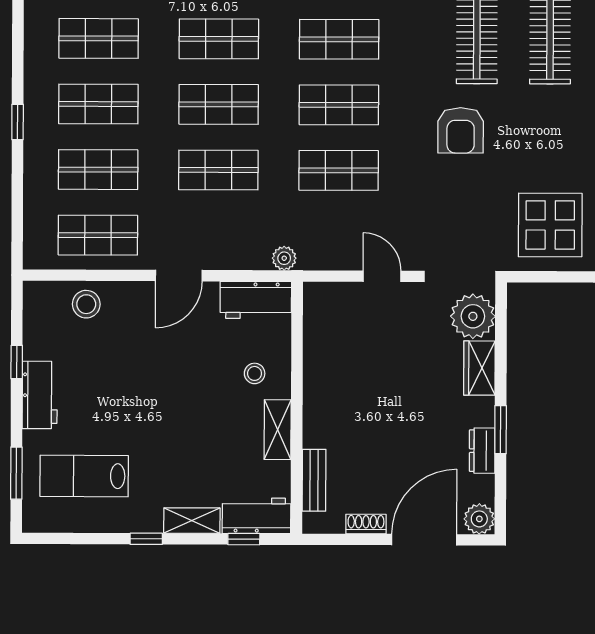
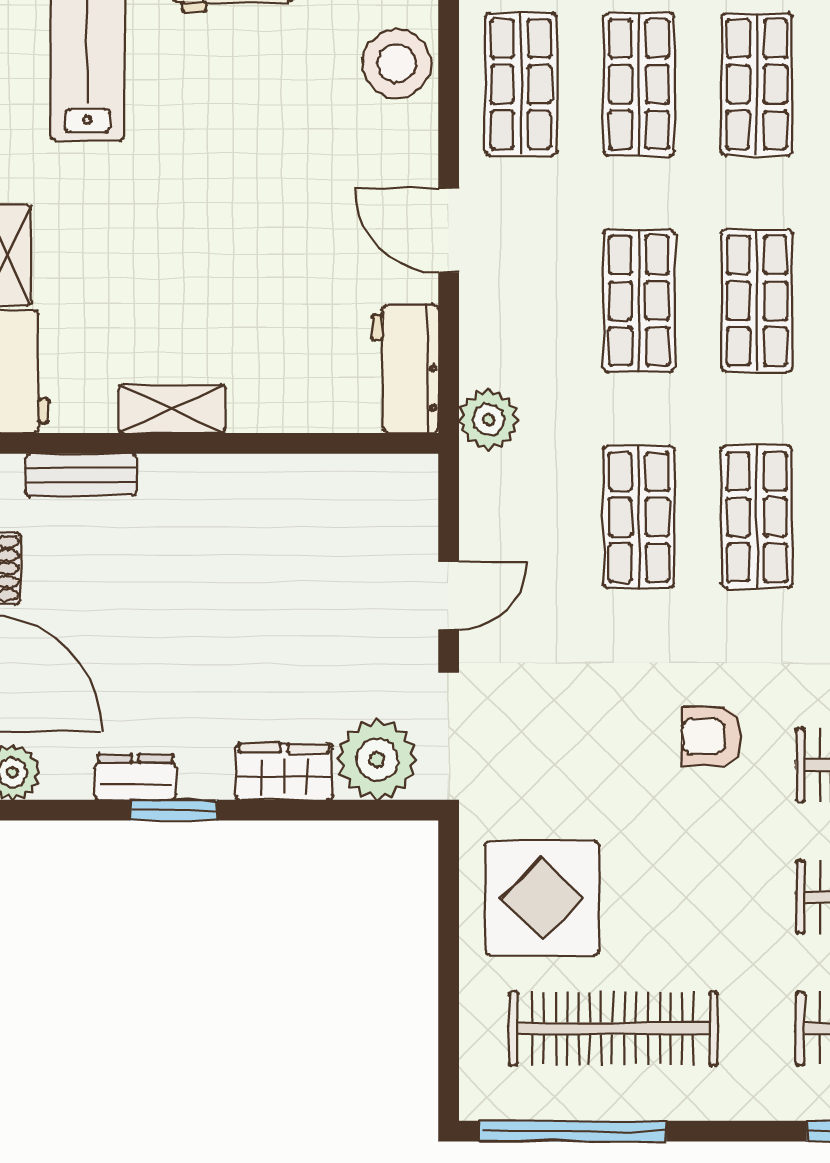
armchair: (461, 130) -> (712, 736), width x0.72, depth x0.72
plant: (284, 258) -> (489, 420), width x1.38, depth x1.38
stool: (86, 304) -> (397, 64), width x1.38, depth x1.38
stool: (255, 373) -> (273, 367), removed

